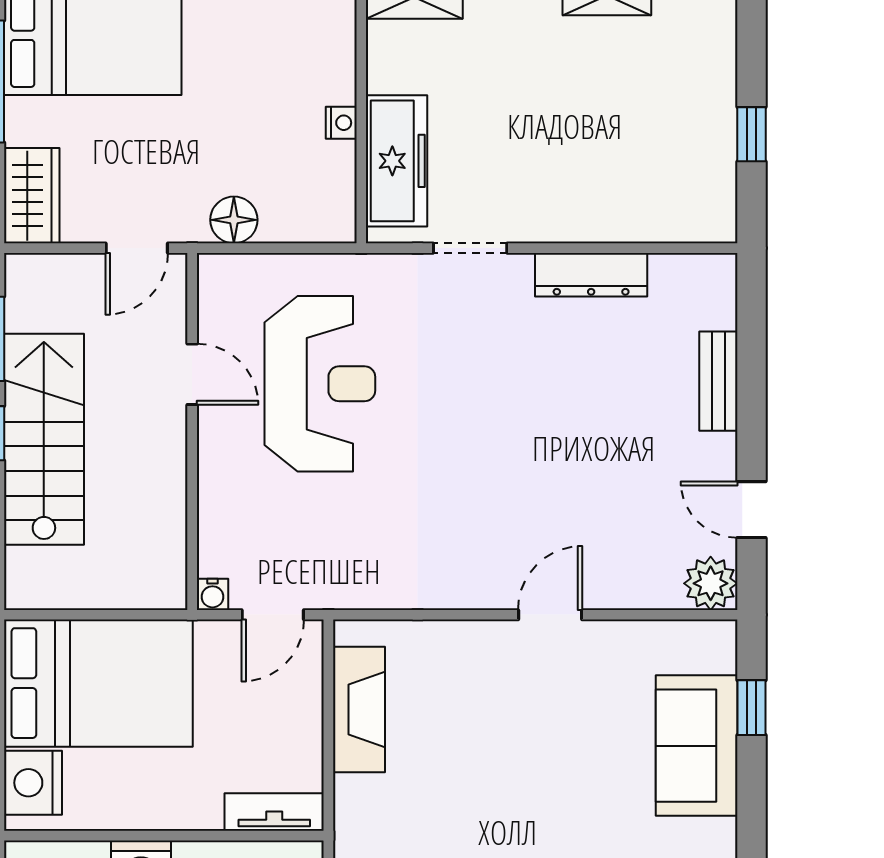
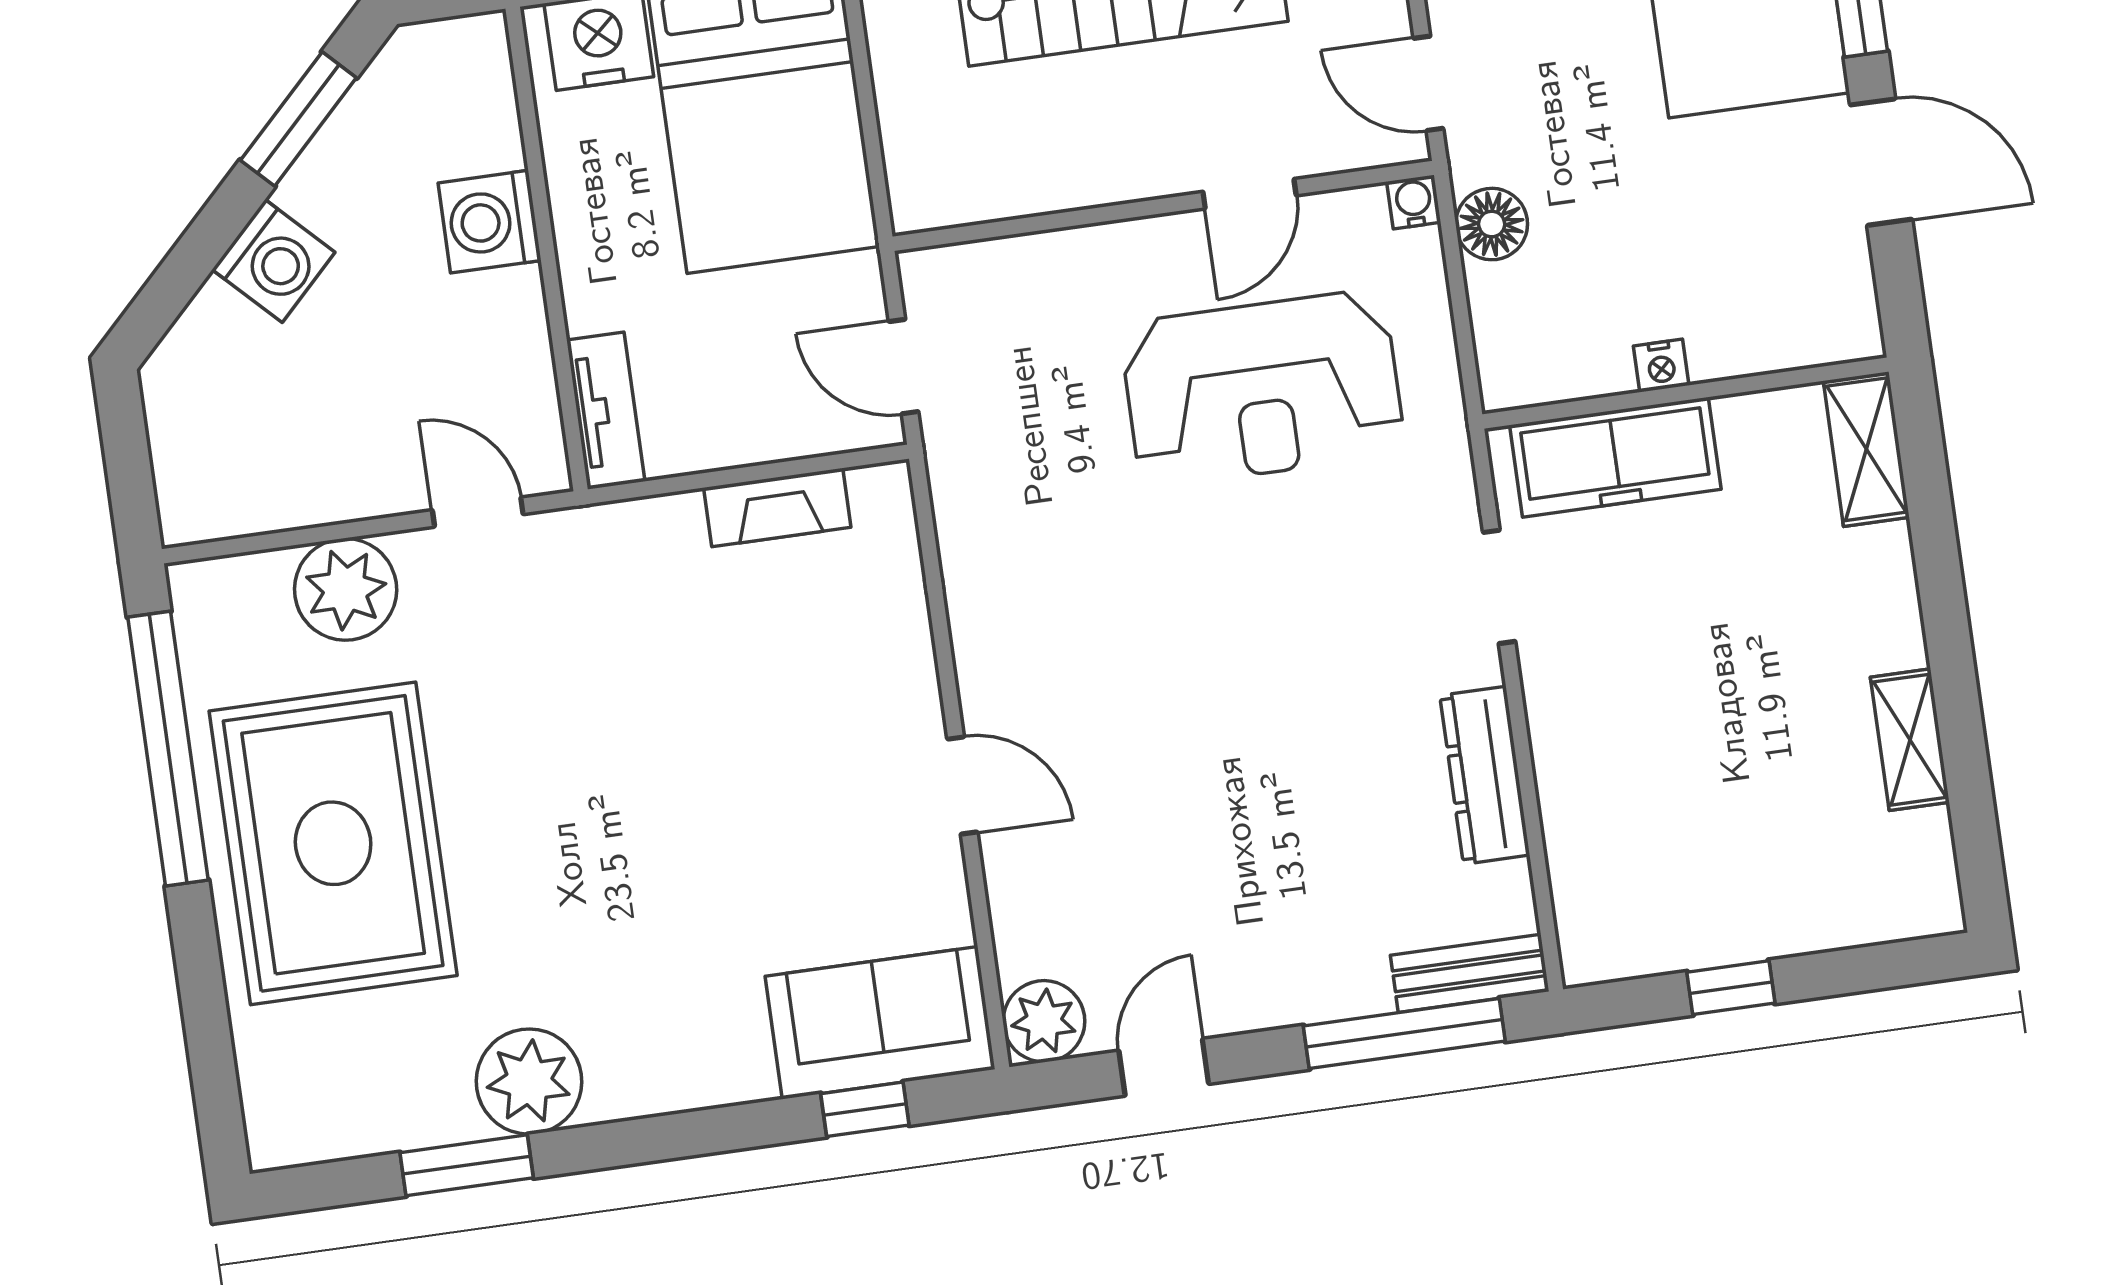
window: (751, 350) -> (1404, 1033), added
bench: (718, 381) -> (1470, 973), moved
water cooler: (212, 594) -> (1414, 202), moved, turned 90
fireplace: (359, 709) -> (777, 508), width x0.73, depth x0.76
sofa: (697, 746) -> (880, 1023), moved

